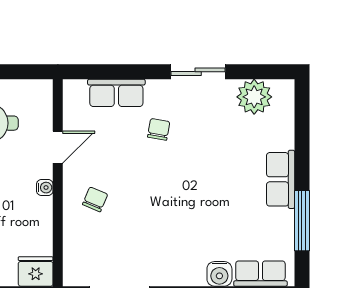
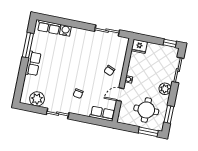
row of seats: (116, 93) -> (102, 114), moved

